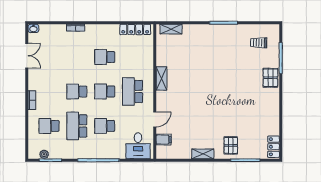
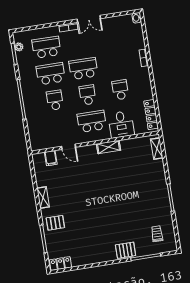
double door: (27, 56) -> (89, 19), moved
school desk: (77, 91) -> (83, 69), width x1.85
school desk: (49, 126) -> (46, 47), width x1.85
desk: (138, 146) -> (121, 124), moved, turned -90

